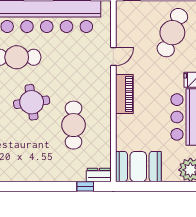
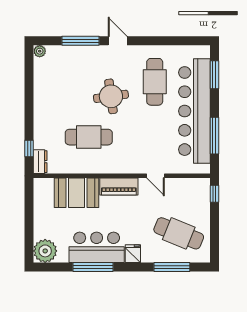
booth: (138, 167) -> (76, 193), moved, turned 90

